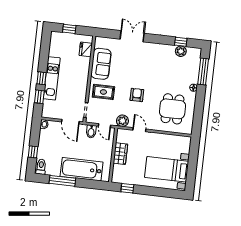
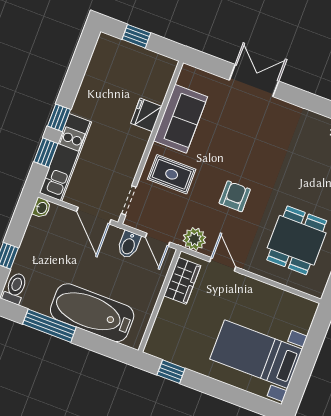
fridge: (86, 49) -> (146, 115), moved
kitchen unit: (52, 78) -> (65, 157), moved
wardrobe: (120, 154) -> (182, 281), moved

